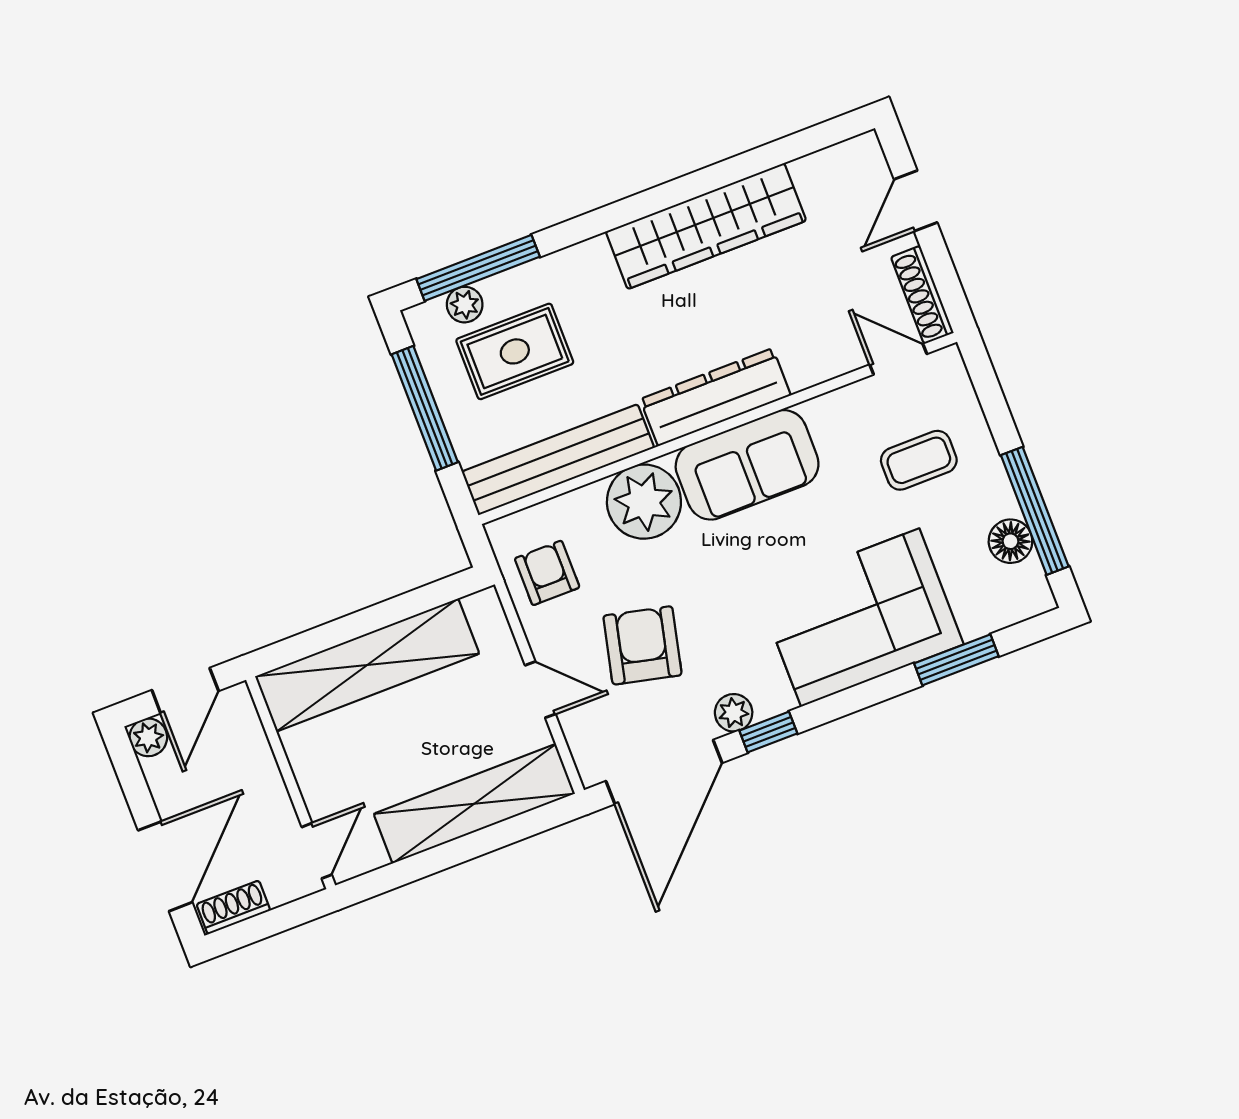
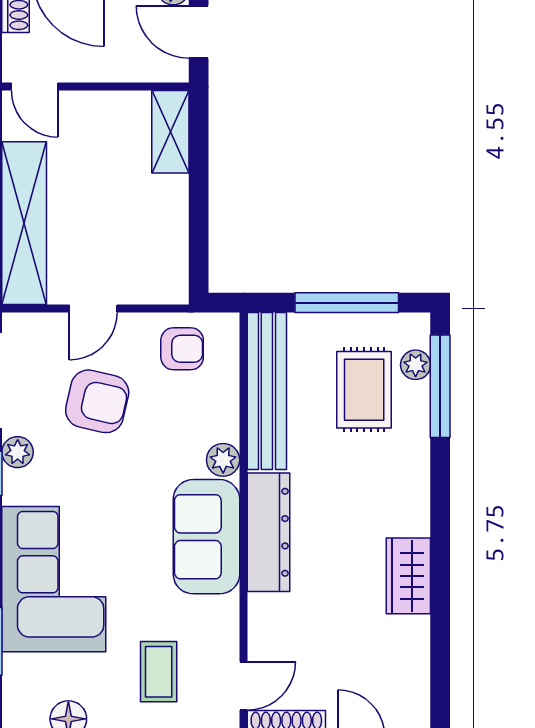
wardrobe: (706, 226) -> (408, 576), width x0.48, depth x0.85
plant: (644, 502) -> (223, 460), width x0.53, depth x0.53
shelving: (367, 665) -> (170, 132), width x0.45, depth x0.75

